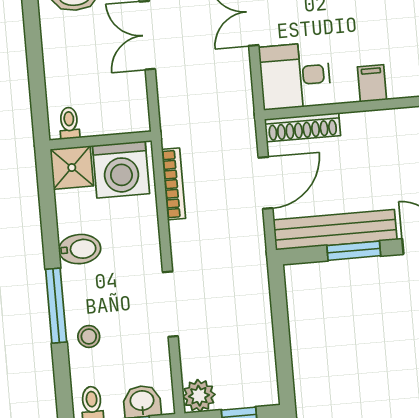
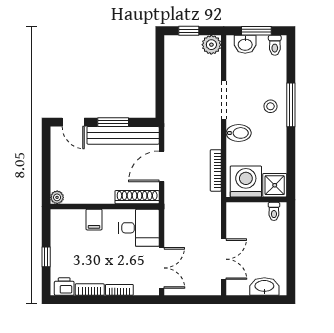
bidet: (80, 249) -> (239, 133), moved, turned 180
stool: (89, 336) -> (270, 106), moved

